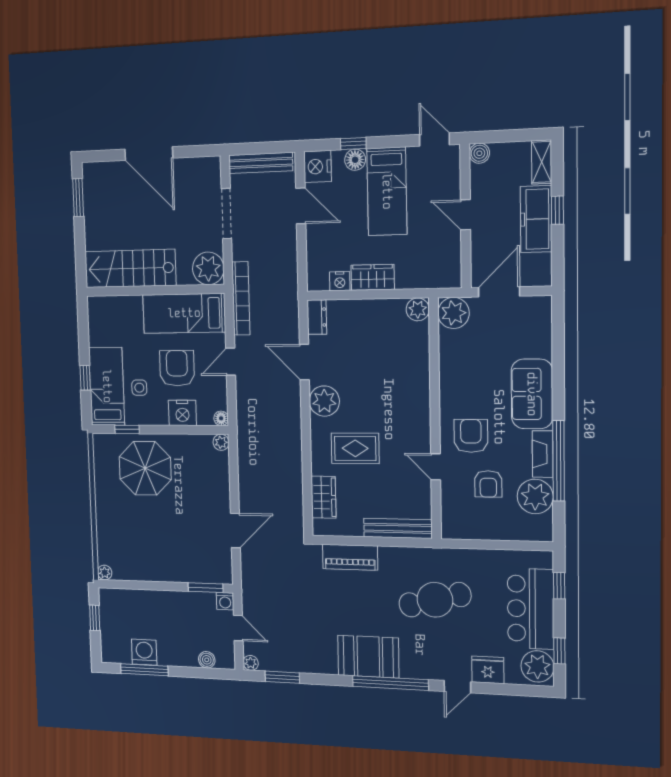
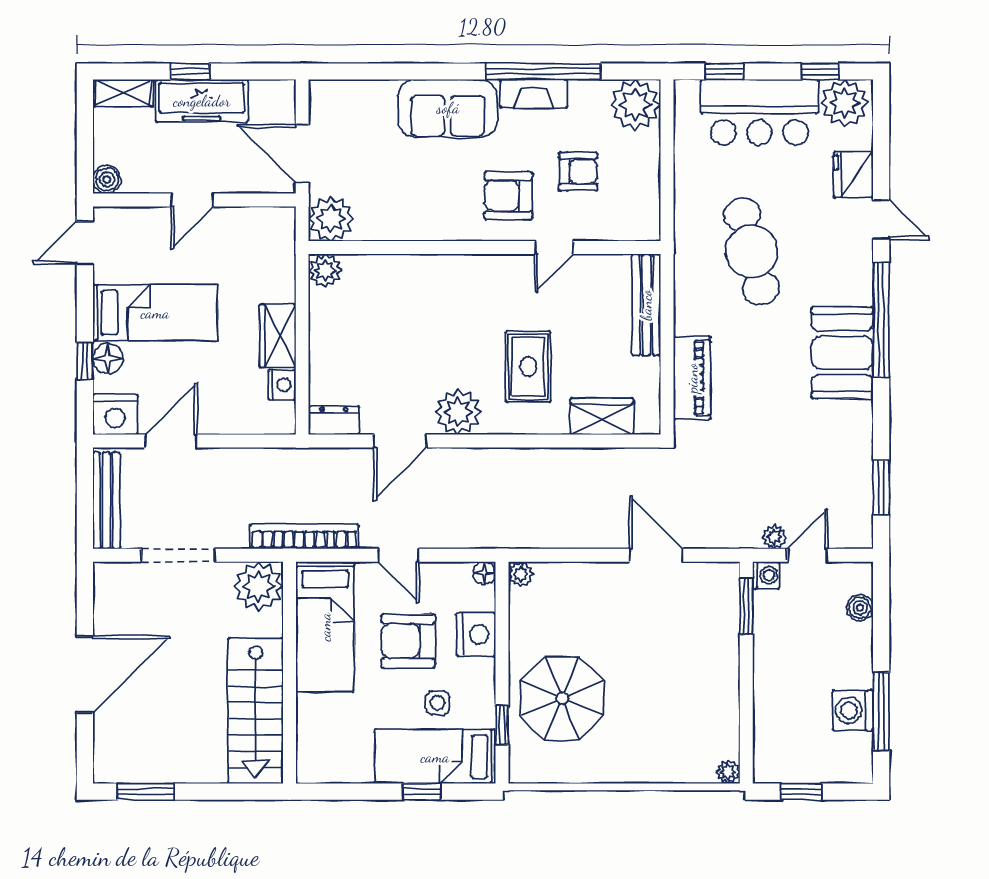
plant: (535, 496) -> (635, 105), moved
plant: (251, 663) -> (774, 537), moved

